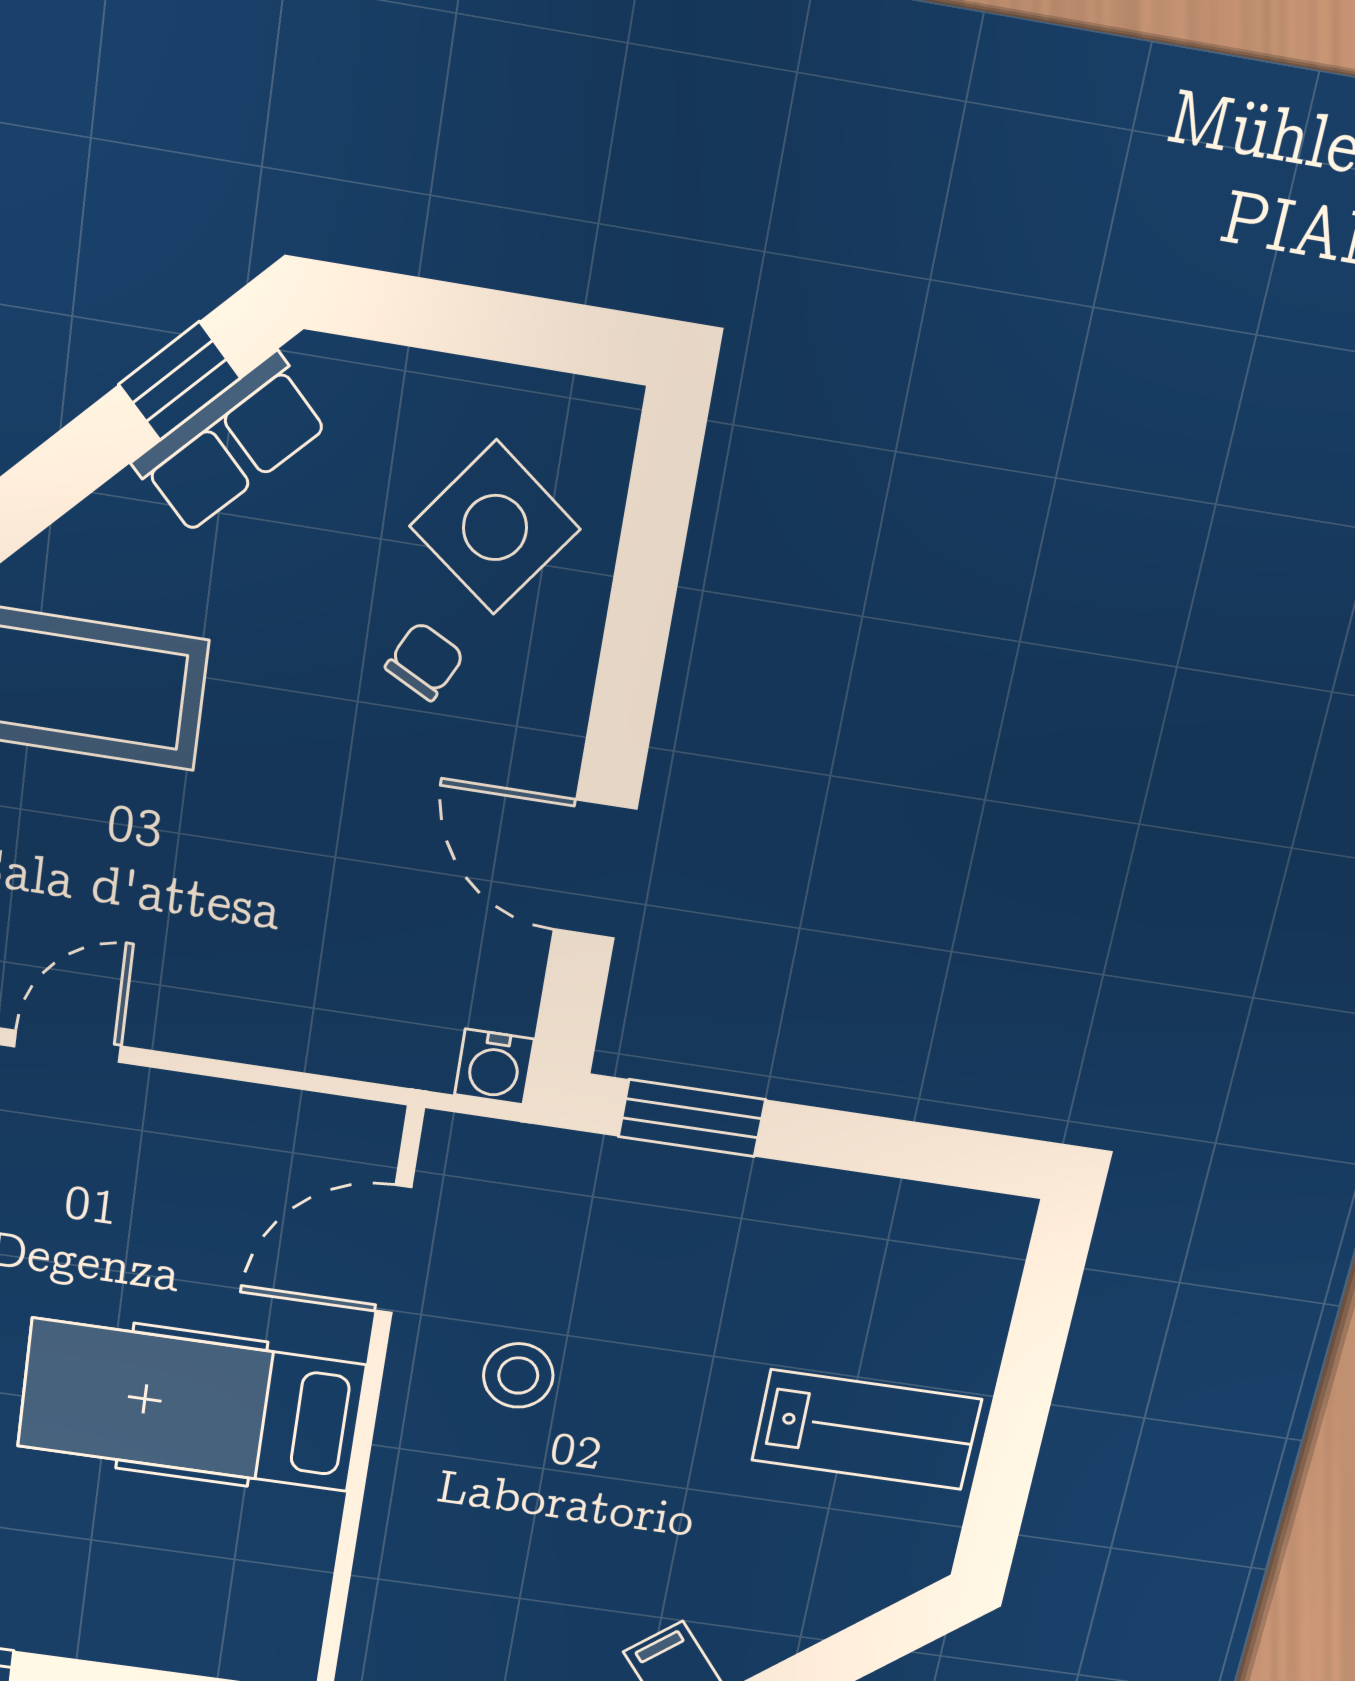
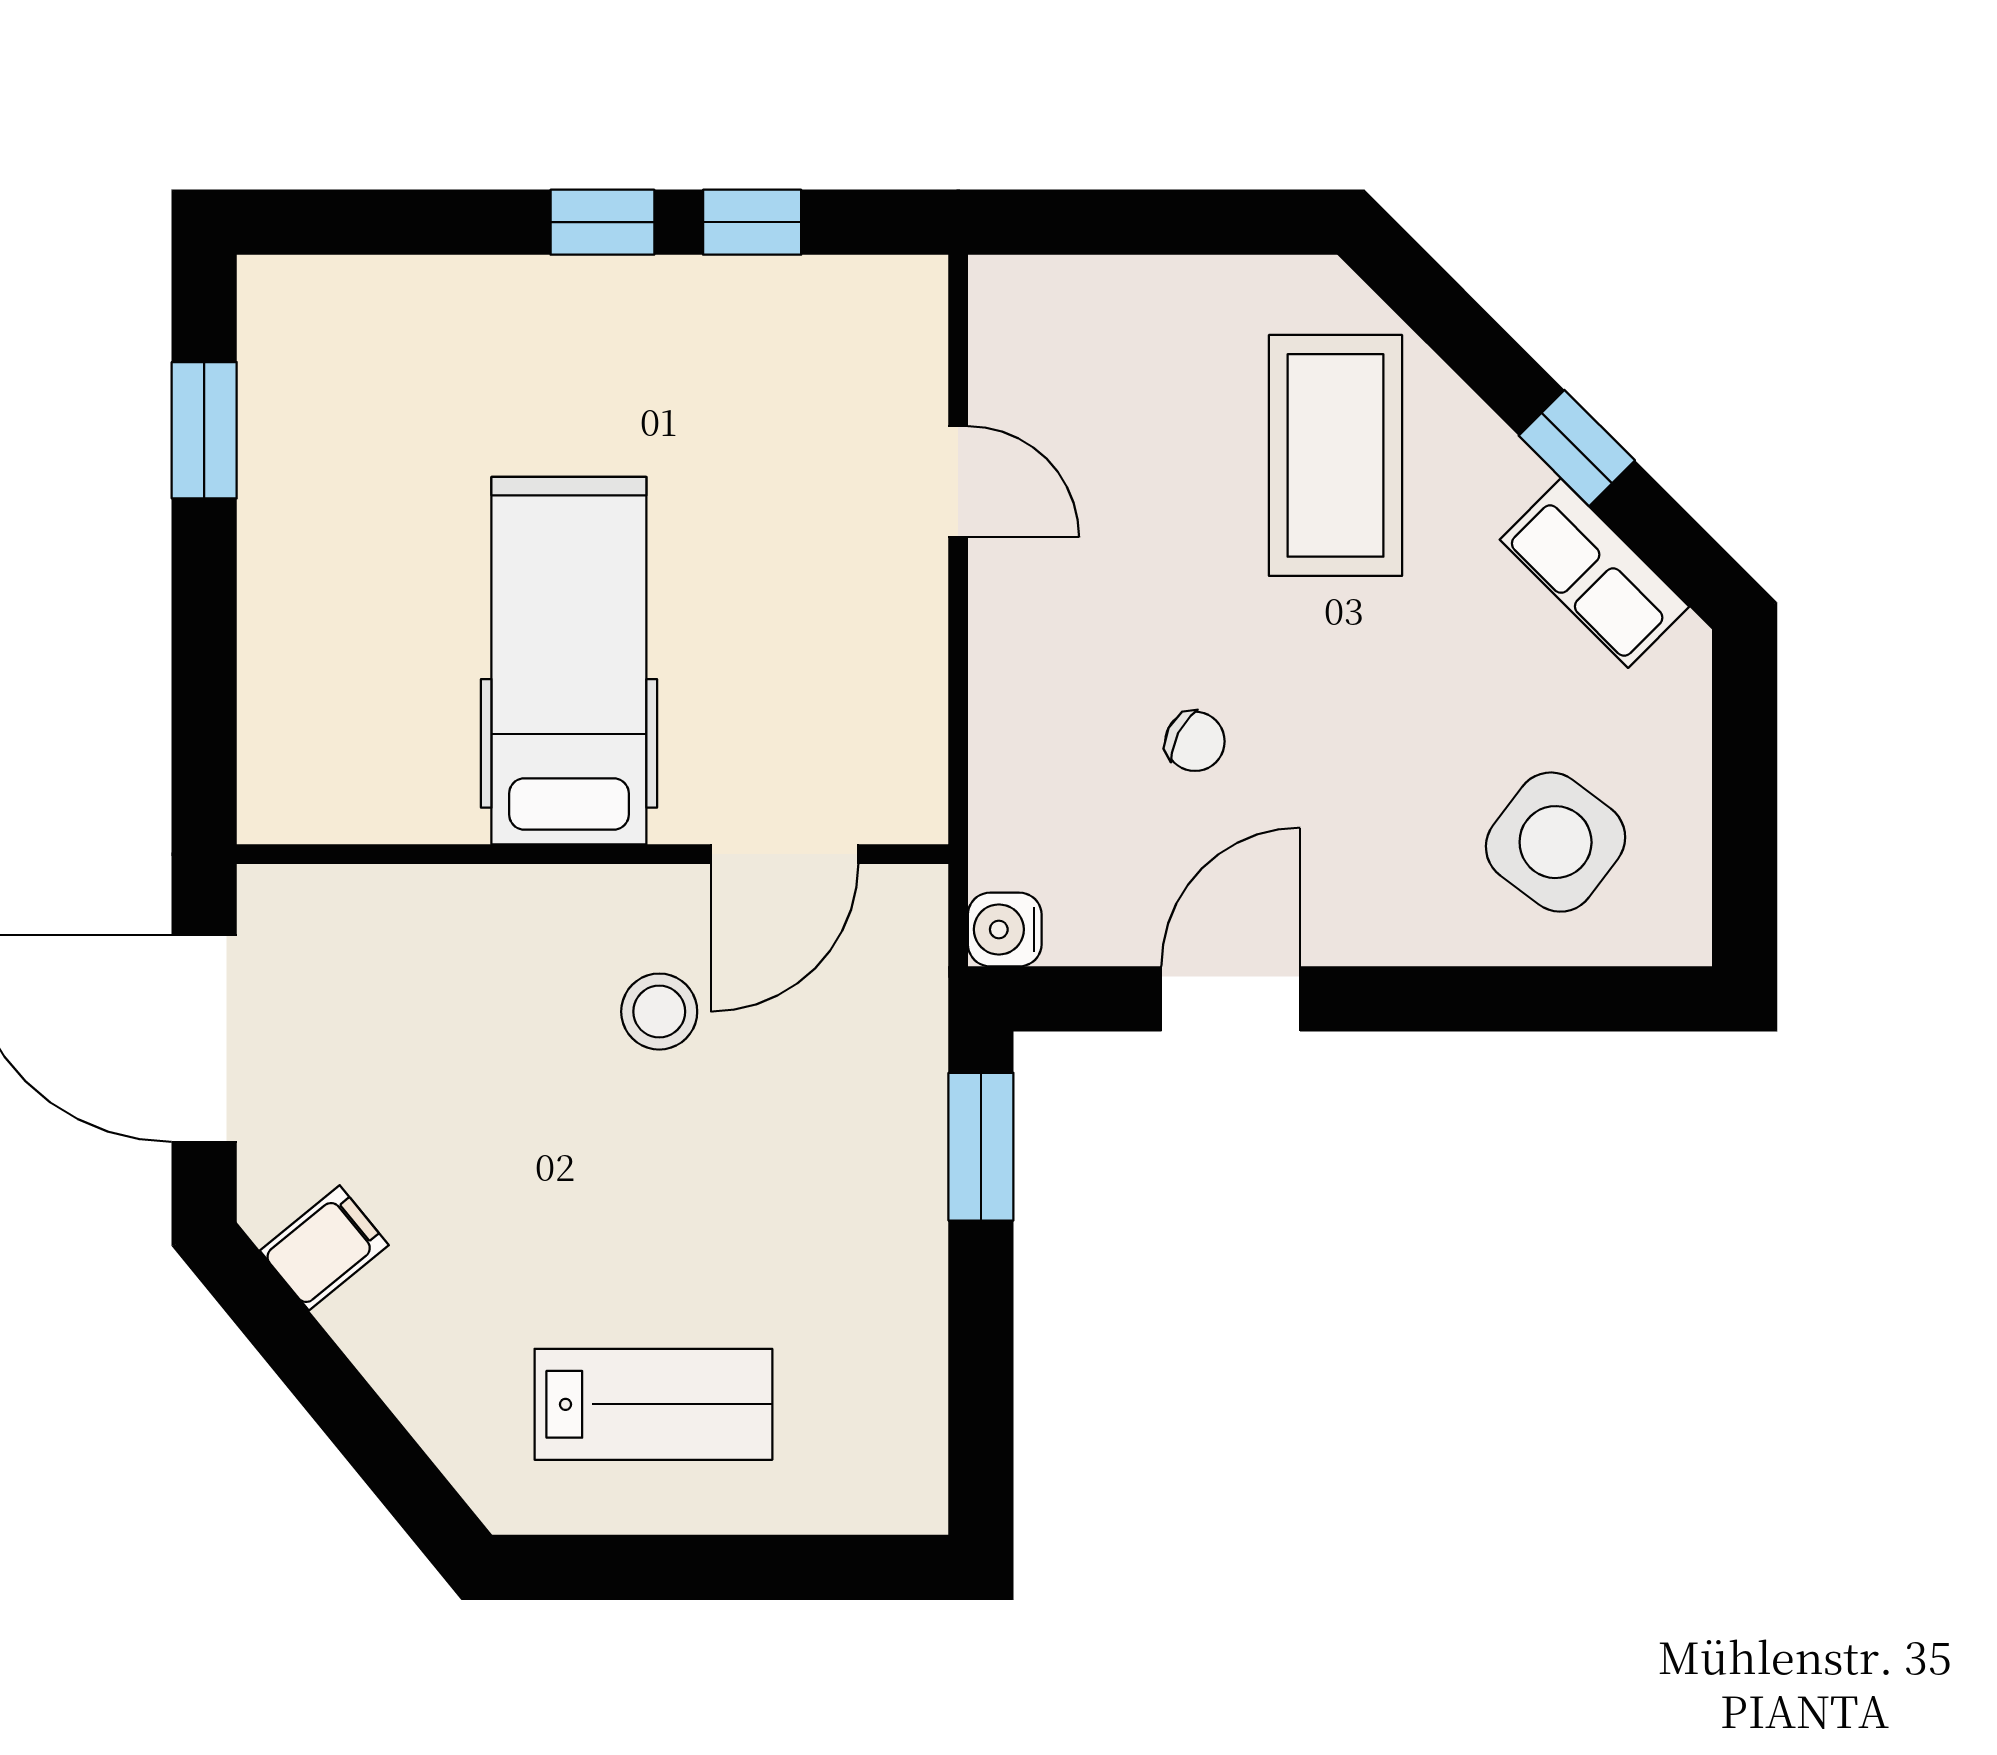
window: (179, 381) -> (1577, 448), moved
chair: (425, 661) -> (1195, 741), moved
door: (393, 1250) -> (784, 854), swing flipped
lab bench: (867, 1430) -> (653, 1404), turned -90

